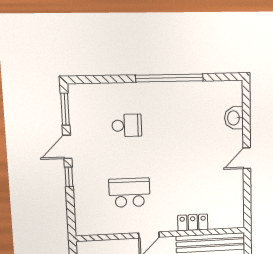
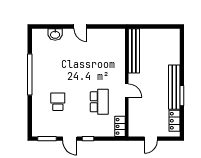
school desk: (129, 193) -> (99, 102), turned 180
locker: (193, 222) -> (120, 126), moved

